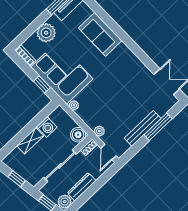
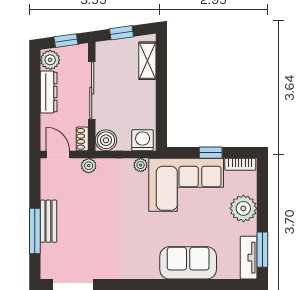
window: (42, 84) -> (211, 153), moved
washing machine: (47, 127) -> (143, 140), moved, turned 90
bench: (143, 128) -> (48, 221), width x0.73
shelving: (30, 141) -> (147, 61), moved

